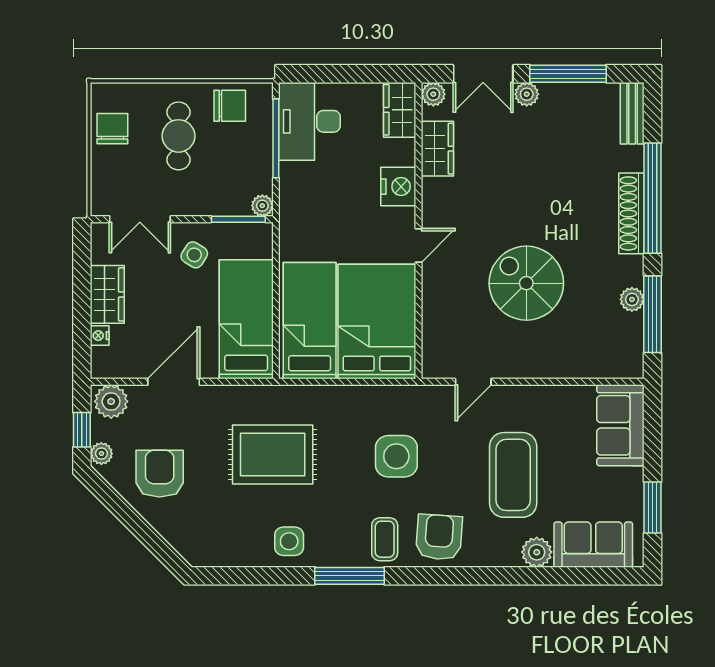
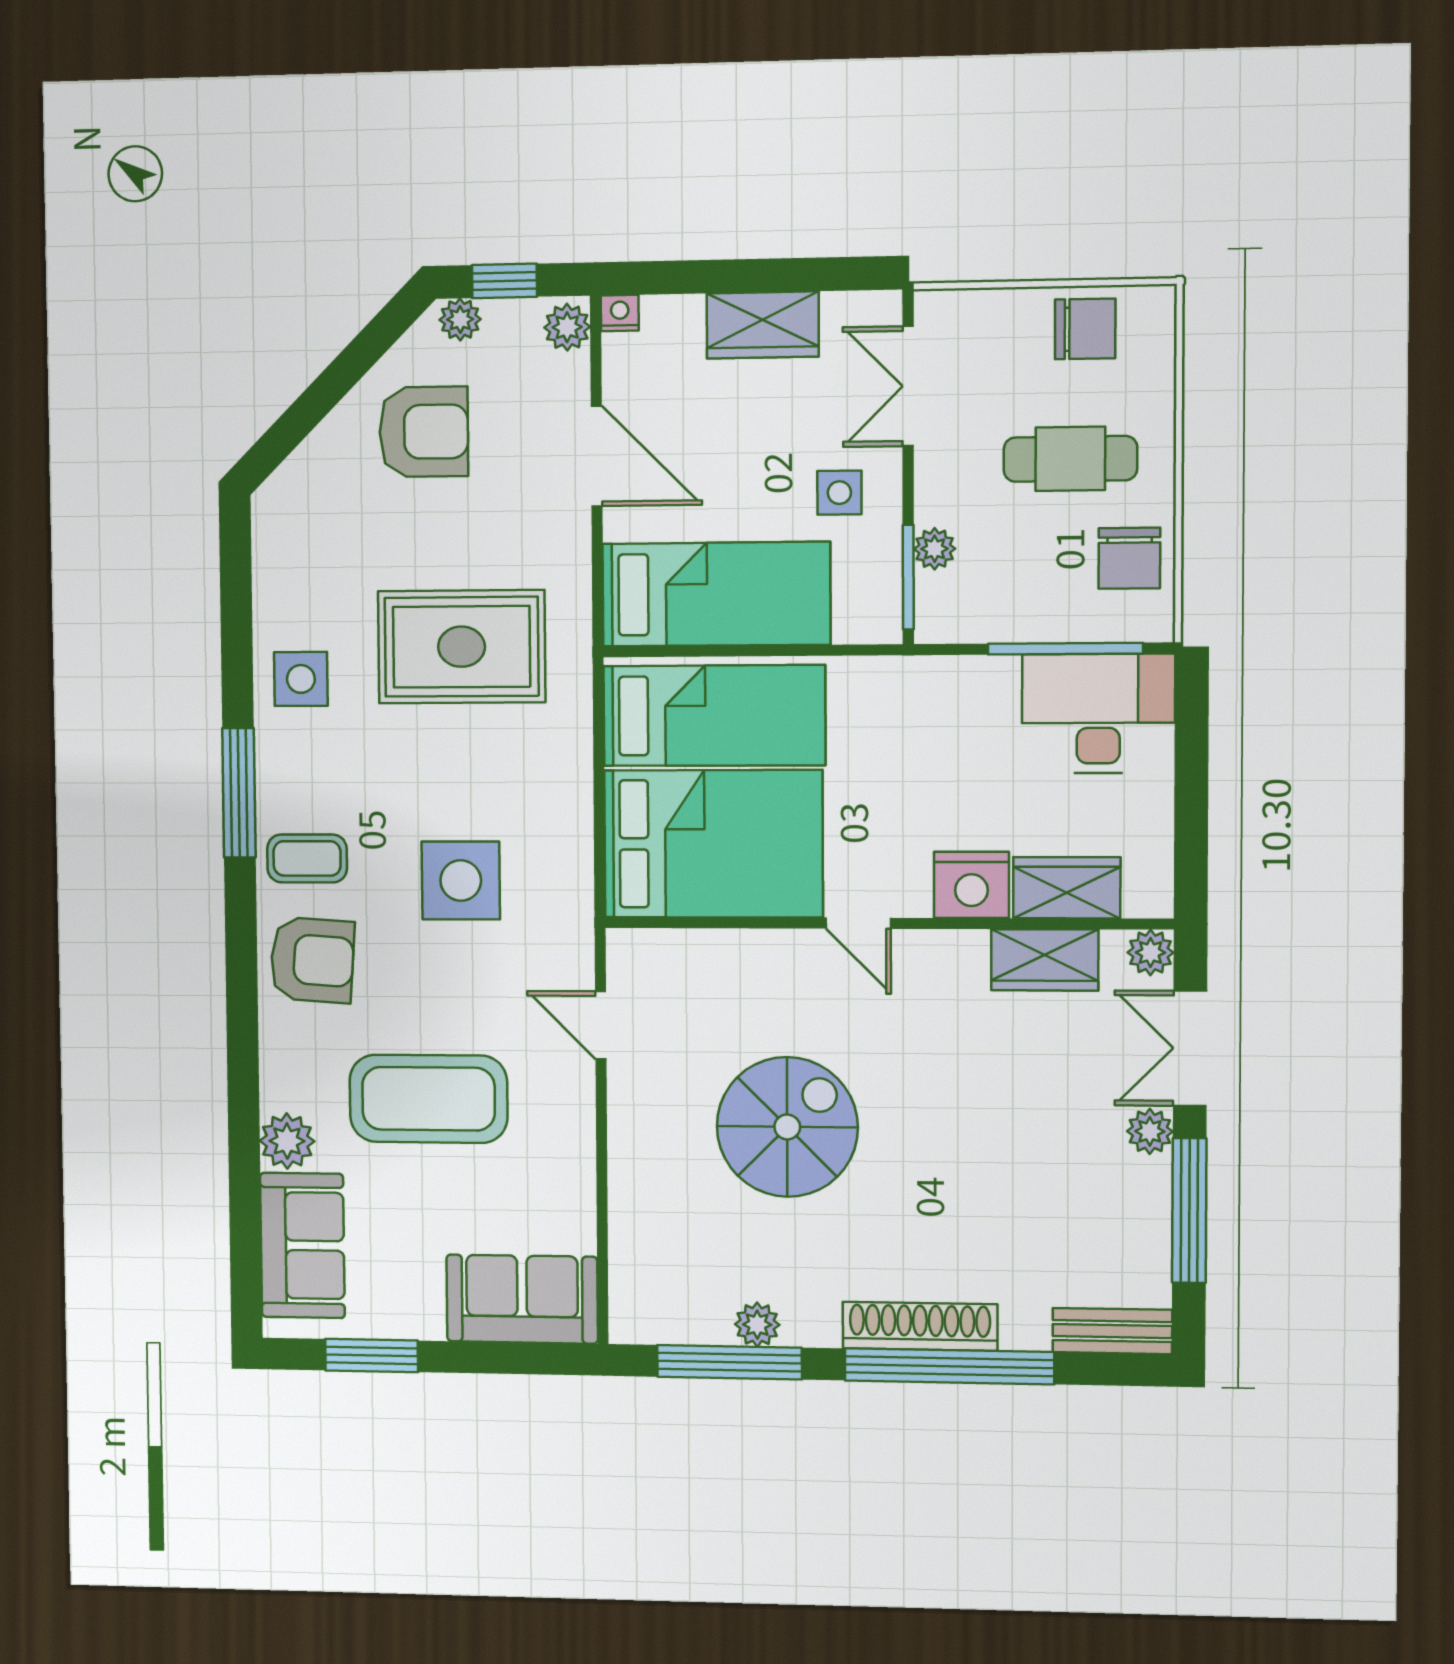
wardrobe: (400, 110) -> (1067, 888), moved
plant: (262, 206) -> (935, 549), moved
side table: (194, 255) -> (839, 493), turned -32
nightstand: (100, 336) -> (620, 313), moved
plant: (111, 401) -> (567, 327), width x0.73, depth x0.73
rug: (273, 455) -> (462, 647), turned 90

